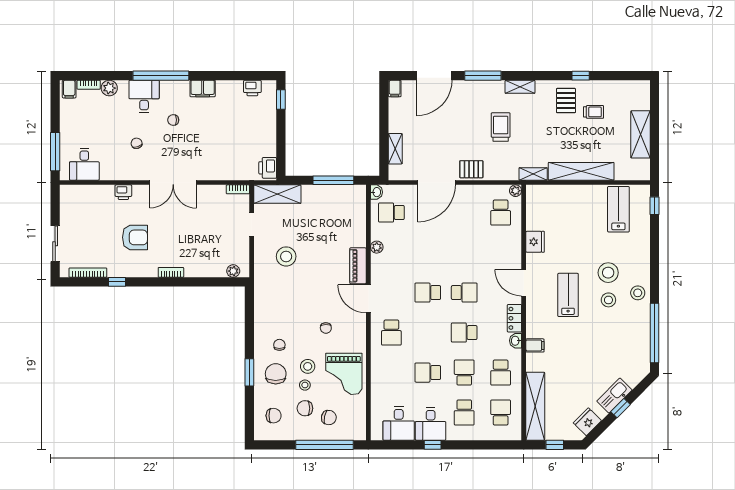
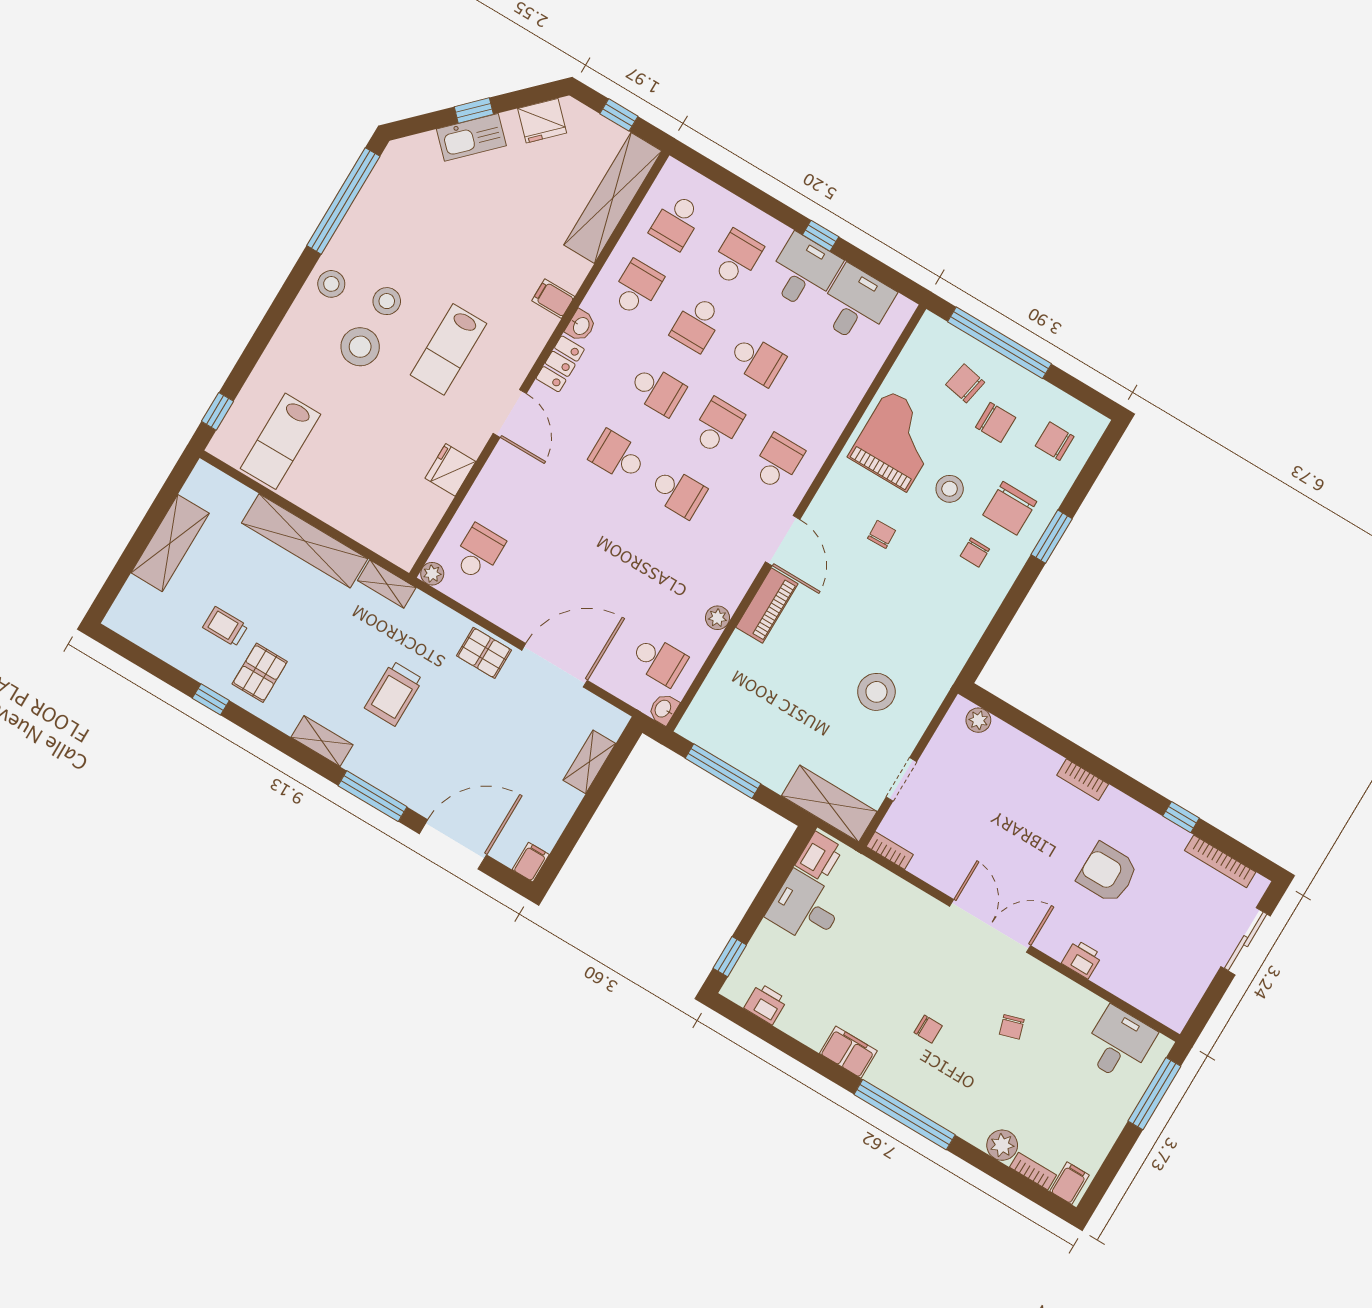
desk: (144, 96) -> (805, 908), moved, turned 90
school desk: (428, 333) -> (718, 426), added
stool: (305, 385) -> (973, 461), removed

